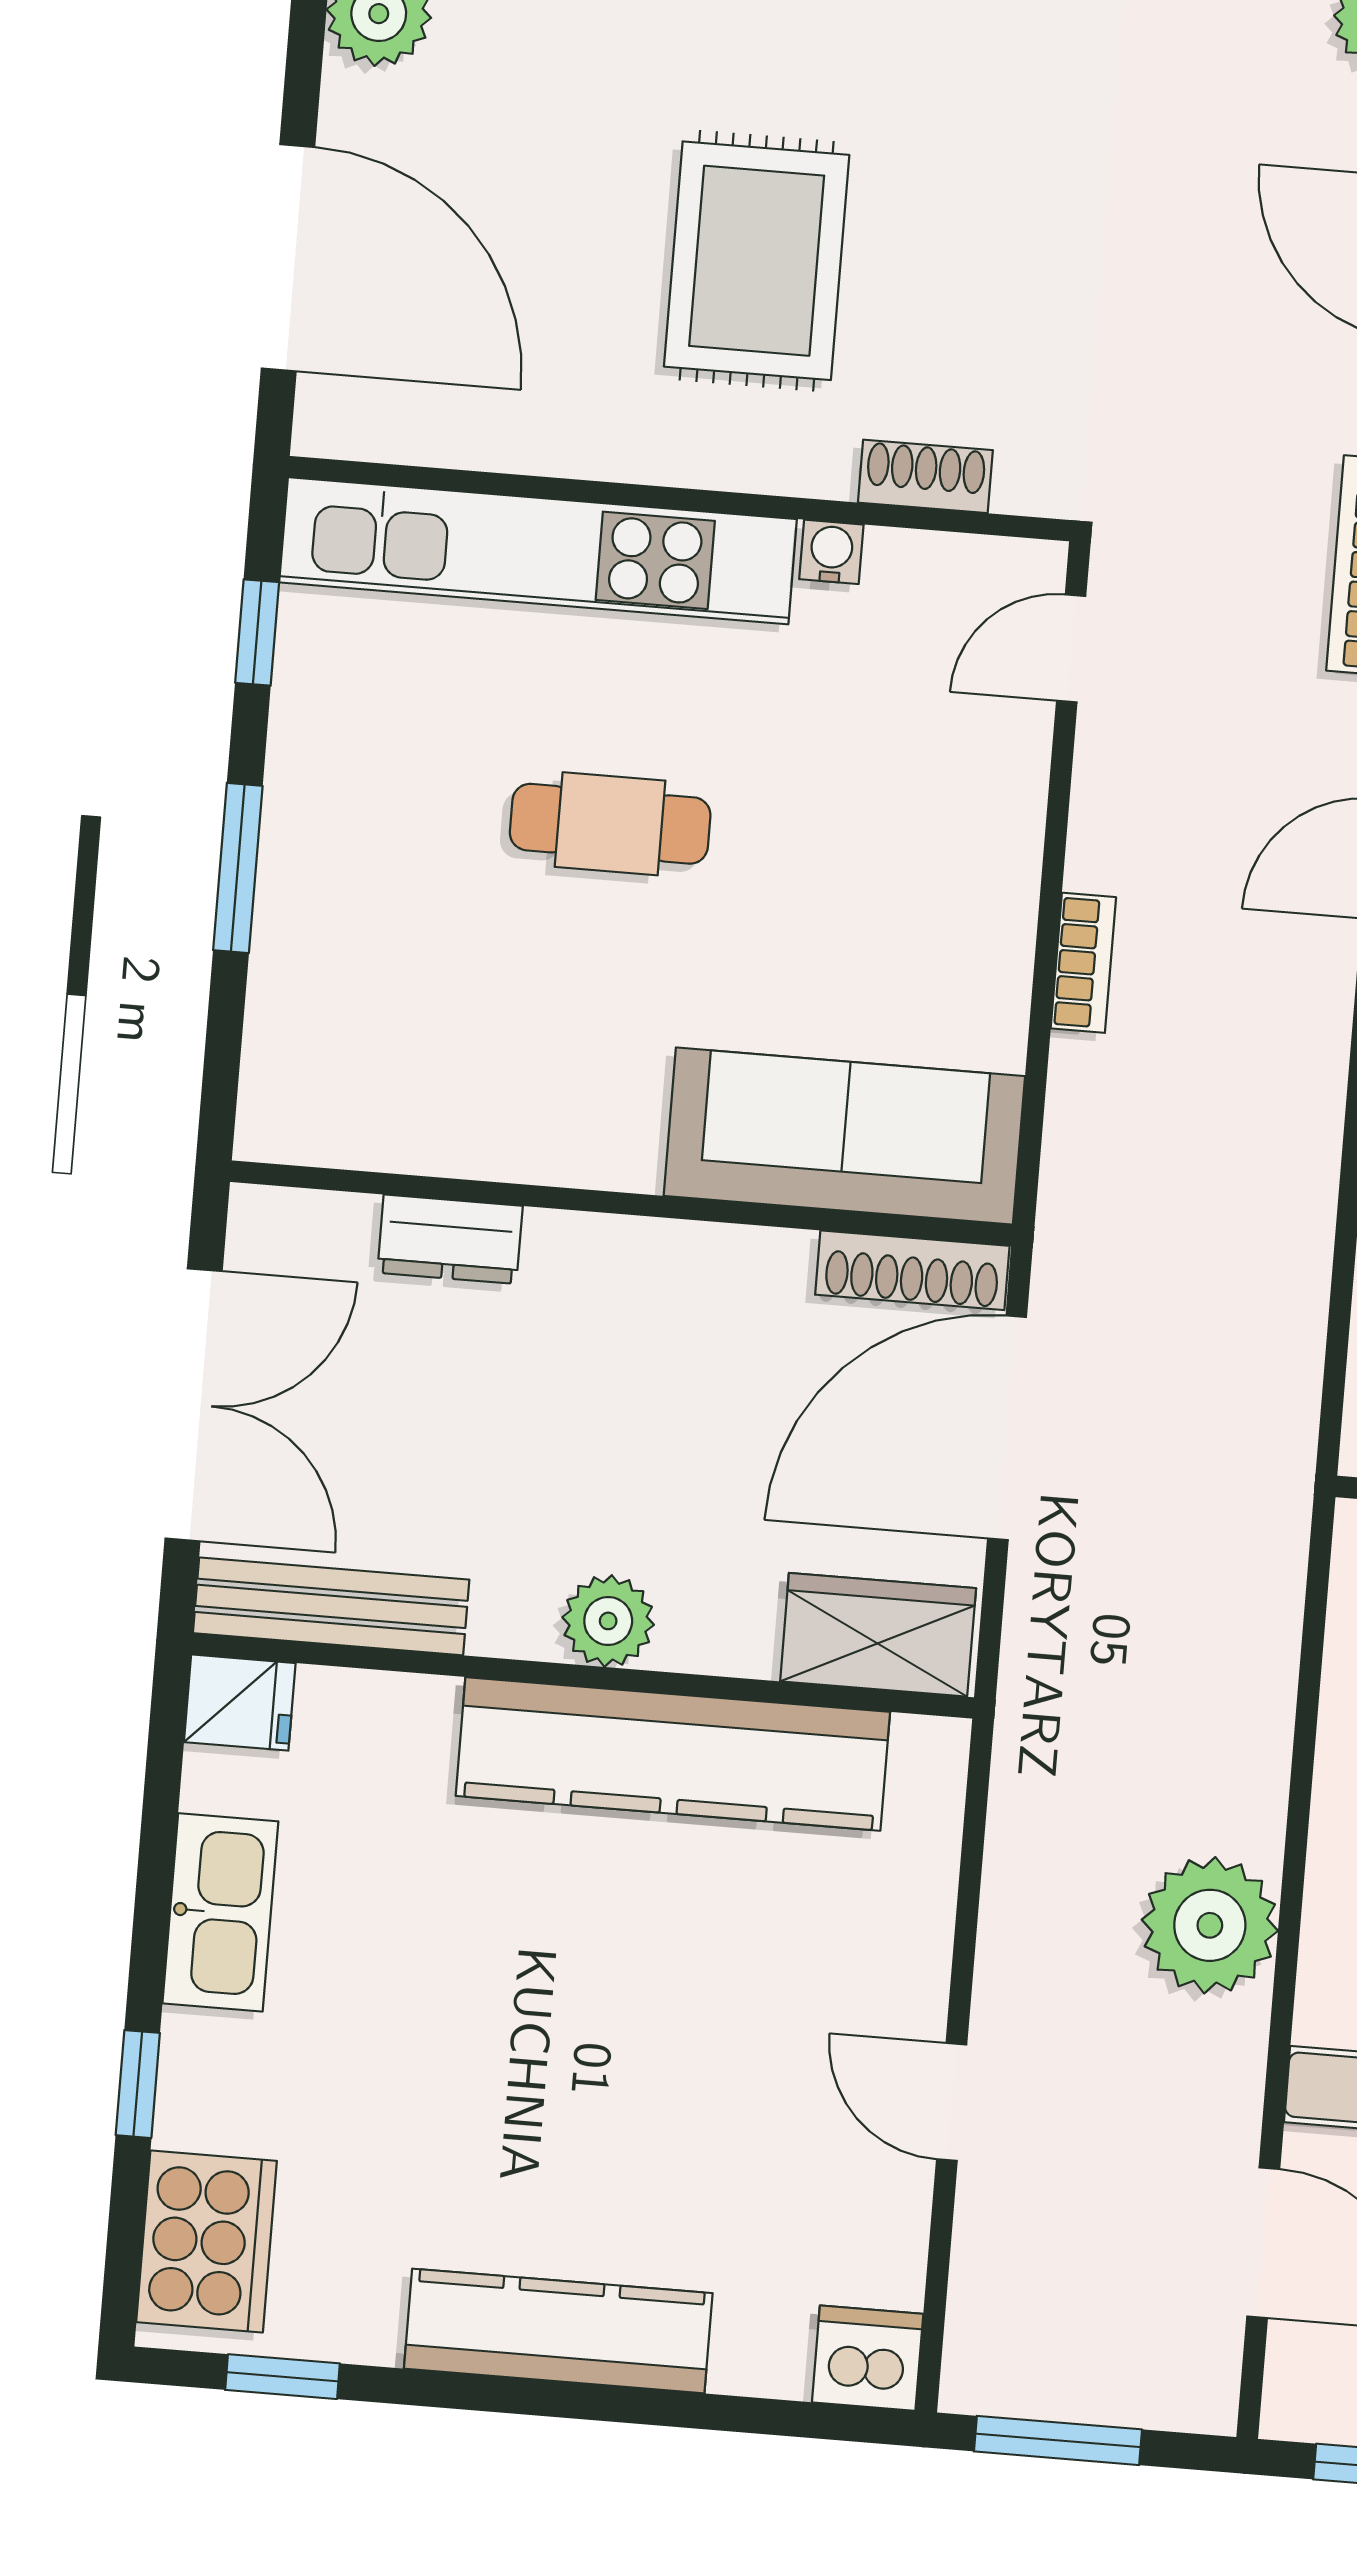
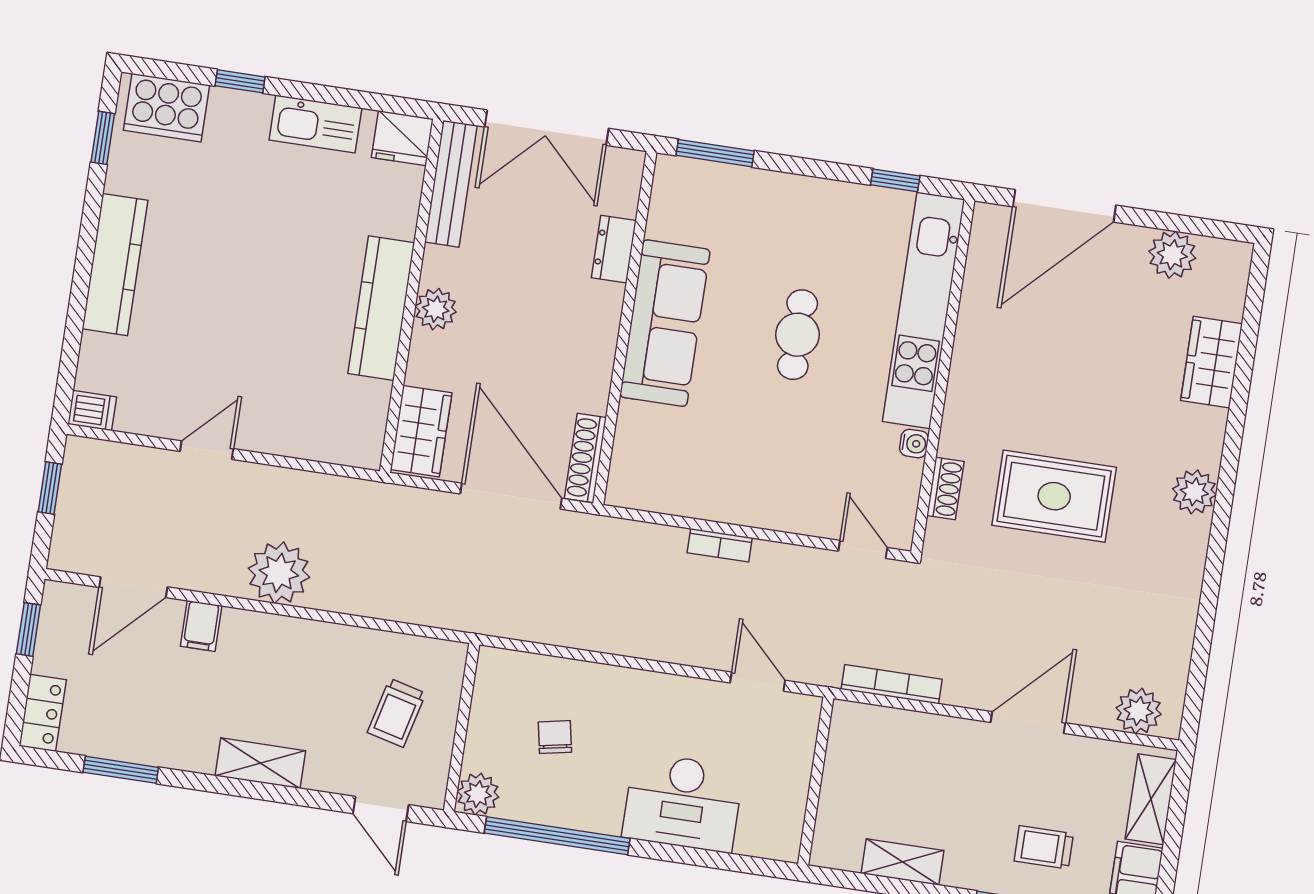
rug: (757, 261) -> (1054, 496), moved
window: (238, 868) -> (715, 153), moved
sofa: (844, 1136) -> (665, 323), moved
fridge: (240, 1703) -> (402, 138), width x1.38
kitchen counter: (673, 1754) -> (381, 308), width x0.72, depth x0.86
dishwasher: (868, 2358) -> (92, 410), width x0.73
window: (1058, 2440) -> (50, 488), width x0.67

